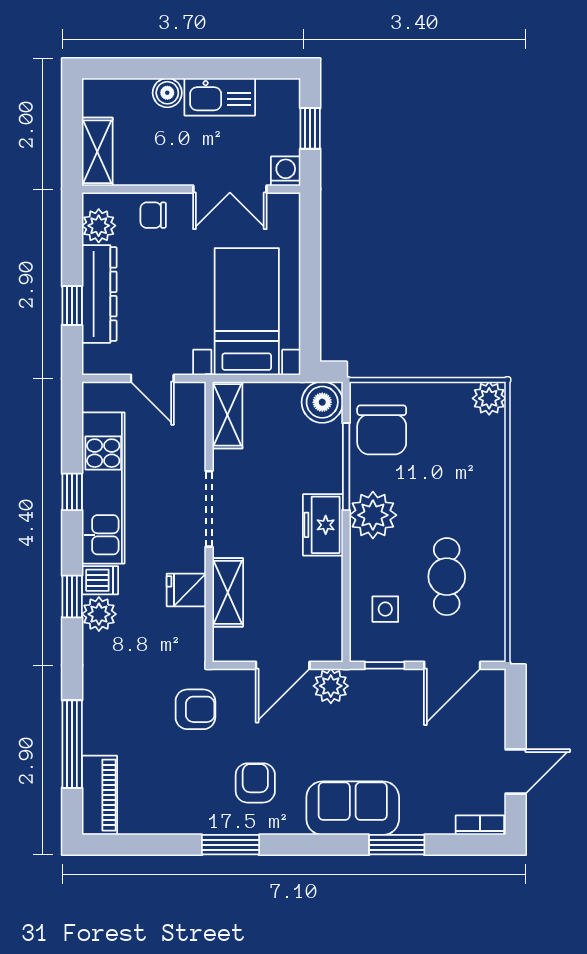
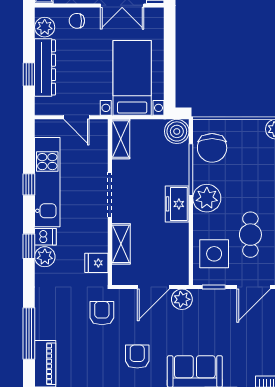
fridge: (186, 590) -> (96, 263), moved
side table: (385, 609) -> (214, 254), width x1.87, depth x1.87
armchair: (195, 709) -> (102, 313), turned -90

